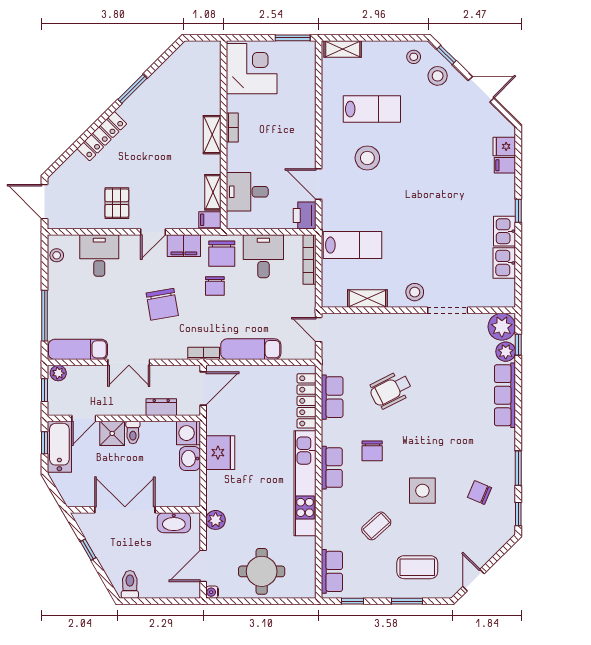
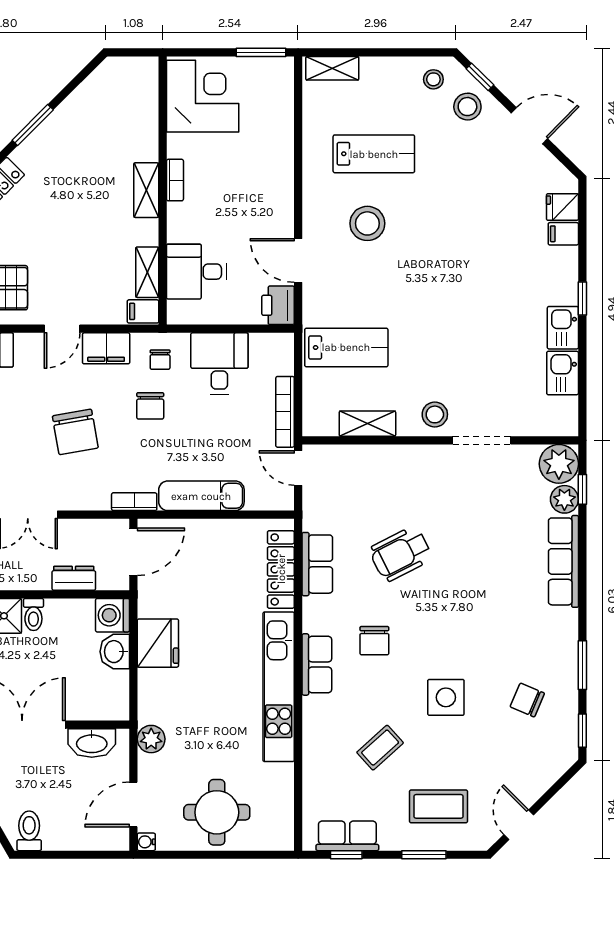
chair: (222, 254) -> (160, 360), width x0.54, depth x0.54
bookcase: (310, 260) -> (285, 412), moved
row of seats: (332, 571) -> (347, 836), moved, turned -90

